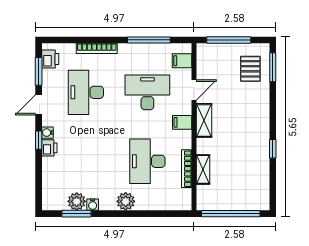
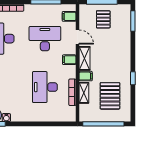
pallet: (250, 69) -> (103, 19), moved
door: (194, 90) -> (77, 37), hinge flipped
filing cabinet: (206, 146) -> (86, 76), added
pallet: (240, 174) -> (110, 96), added
plant: (126, 201) -> (30, 115), removed

